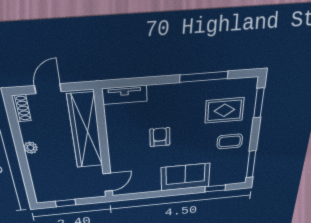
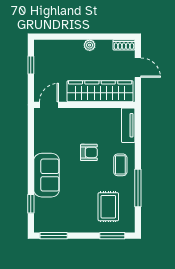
coffee table: (230, 141) -> (120, 165), moved
door: (108, 182) -> (49, 105), swing flipped

